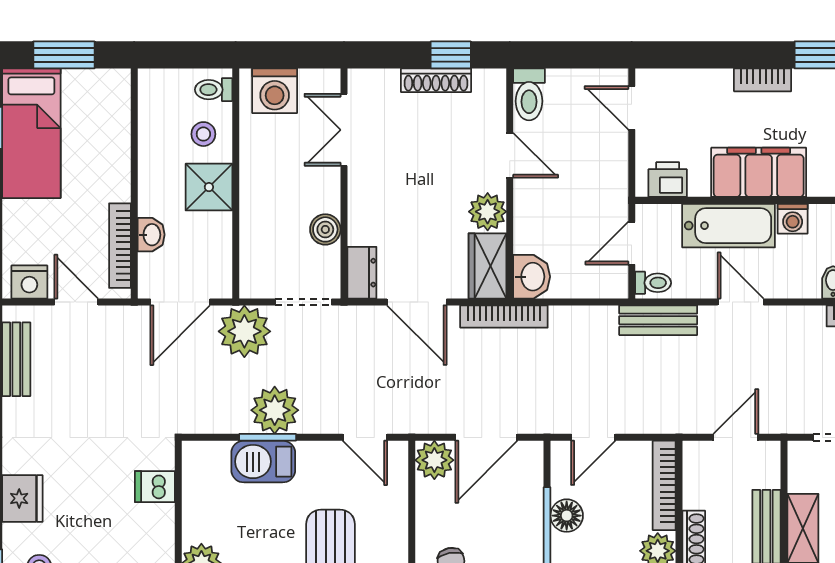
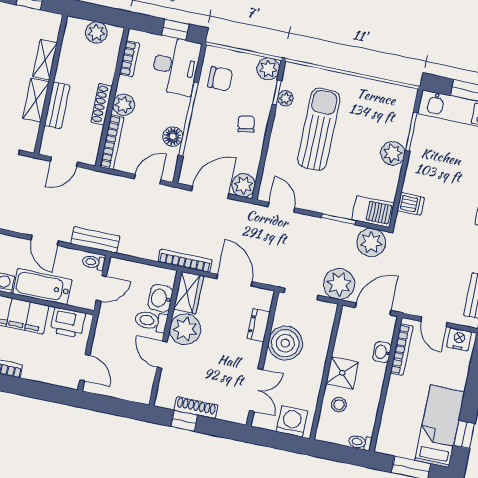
toilet: (214, 90) -> (360, 442), moved, turned 180
toilet: (529, 94) -> (151, 321), moved, turned -90
printer: (668, 180) -> (68, 323), width x1.36, depth x1.24
plant: (488, 212) -> (185, 329), width x1.36, depth x1.36
boiler: (325, 229) -> (285, 343), width x1.86, depth x1.86
dresser: (362, 273) -> (259, 325), moved
washbasin: (532, 277) -> (160, 298), moved
plant: (275, 410) -> (371, 242), moved
barbecue: (263, 462) -> (373, 211), moved

